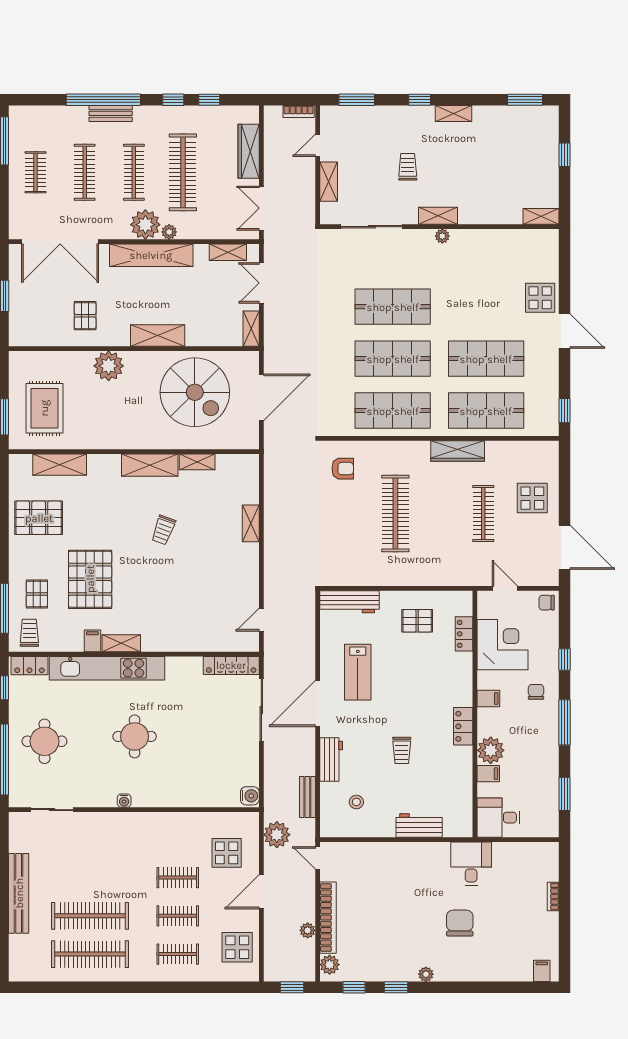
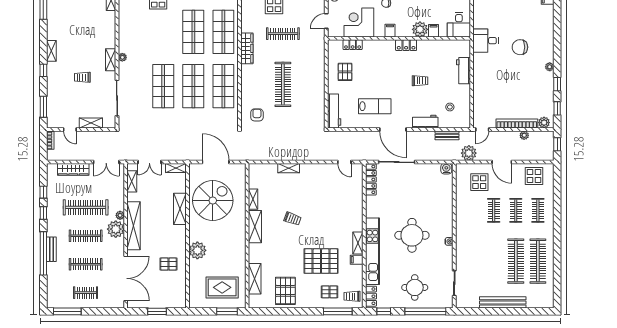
shelving: (158, 335) -> (180, 209), moved
clothes rail: (395, 513) -> (283, 84), turned 90
round table: (135, 736) -> (412, 235), width x1.36, depth x1.36

